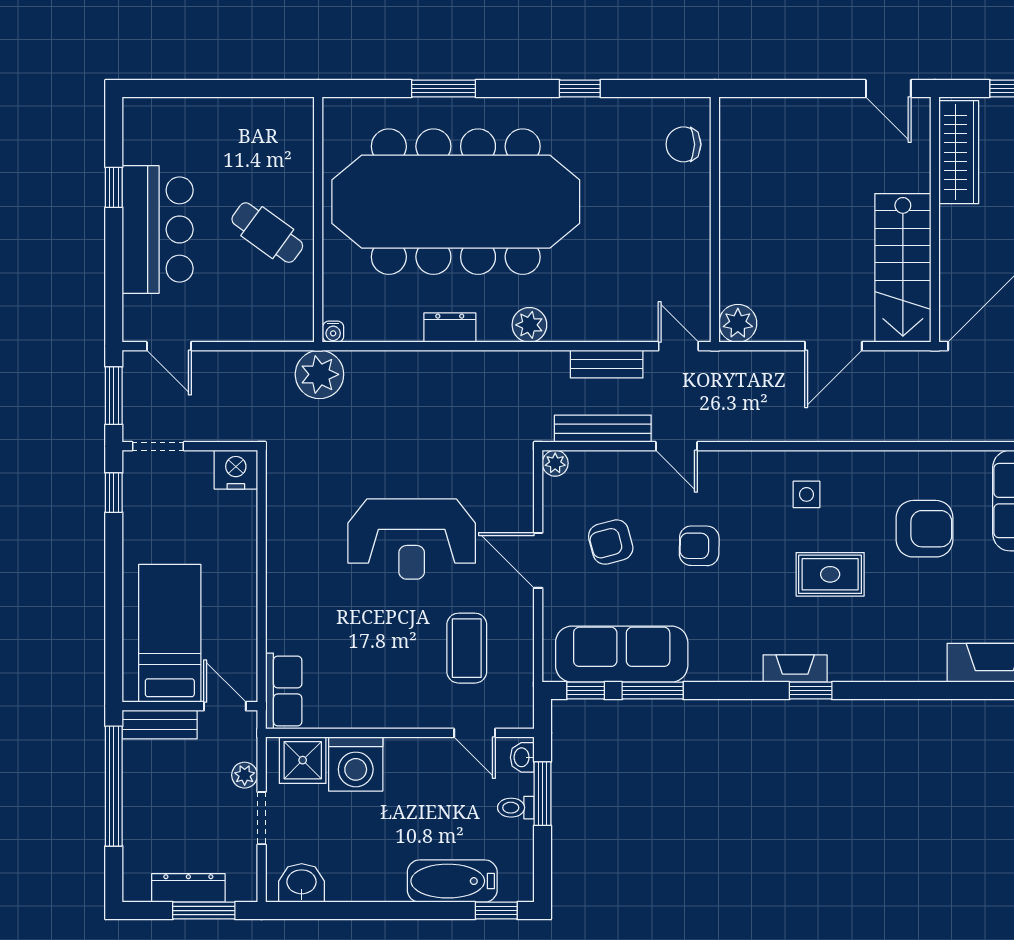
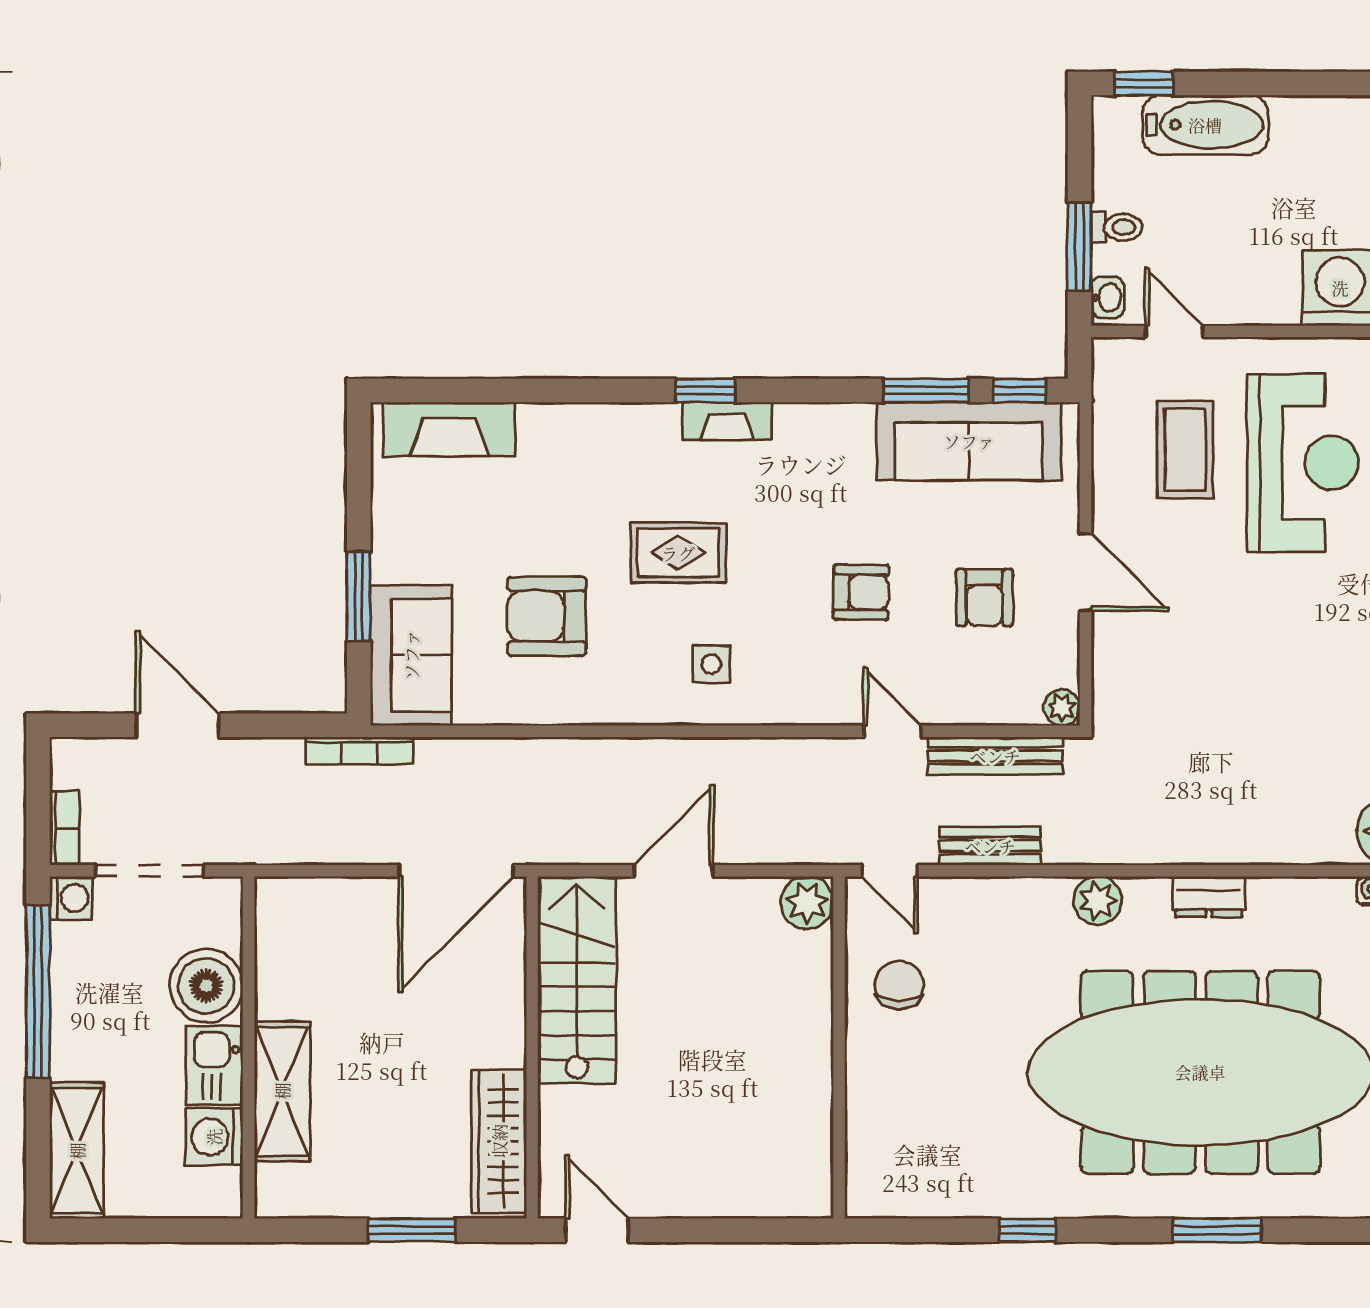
chair: (683, 144) -> (899, 985), moved, turned -90
reception desk: (412, 539) -> (1303, 463), moved, turned 90
armchair: (611, 542) -> (984, 598), turned 105

